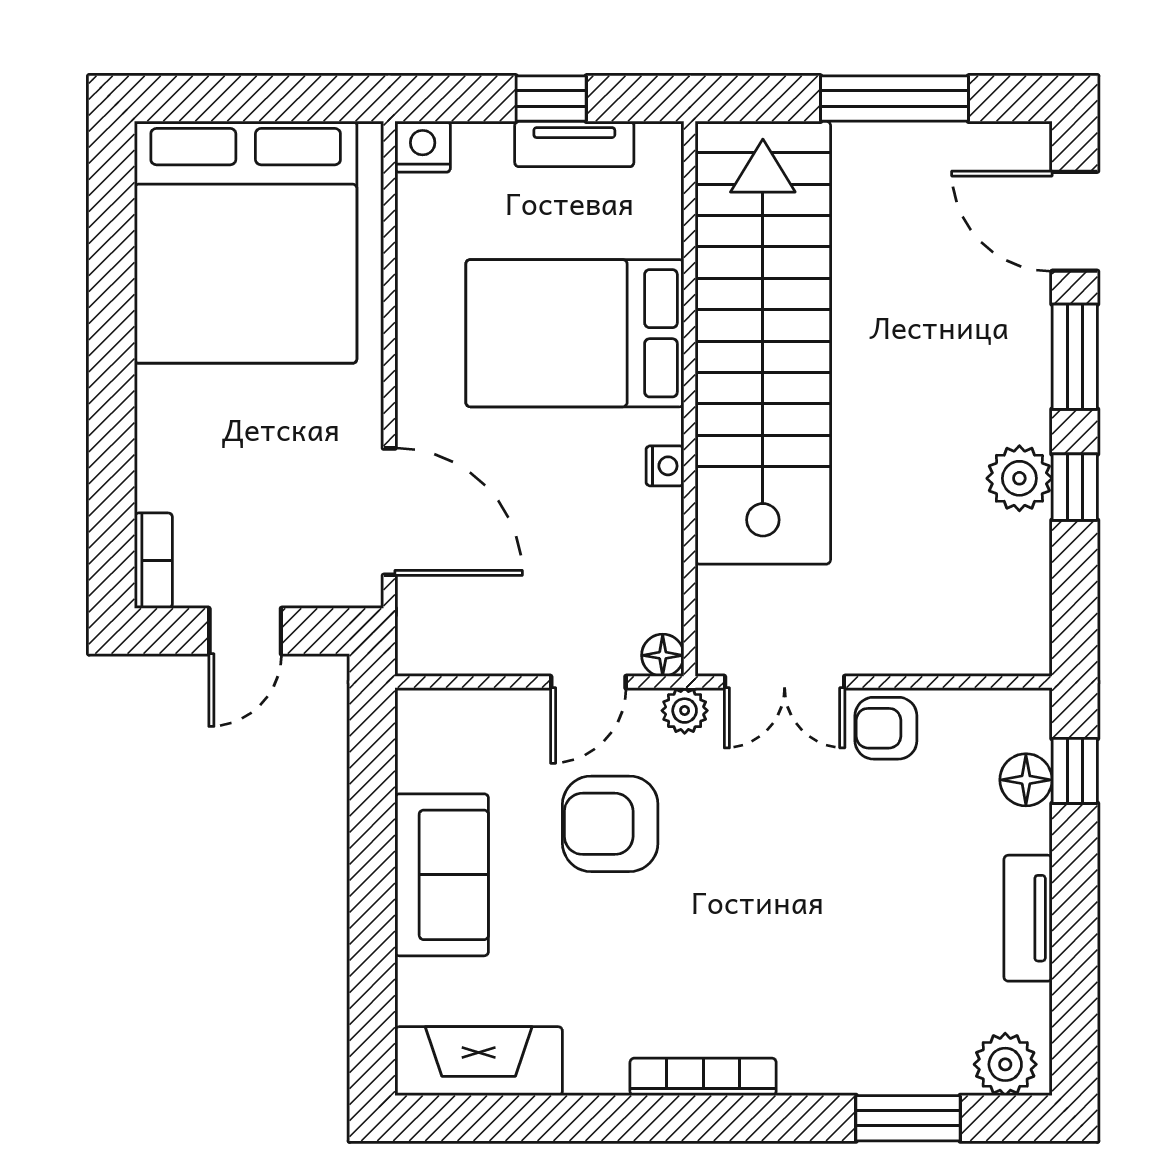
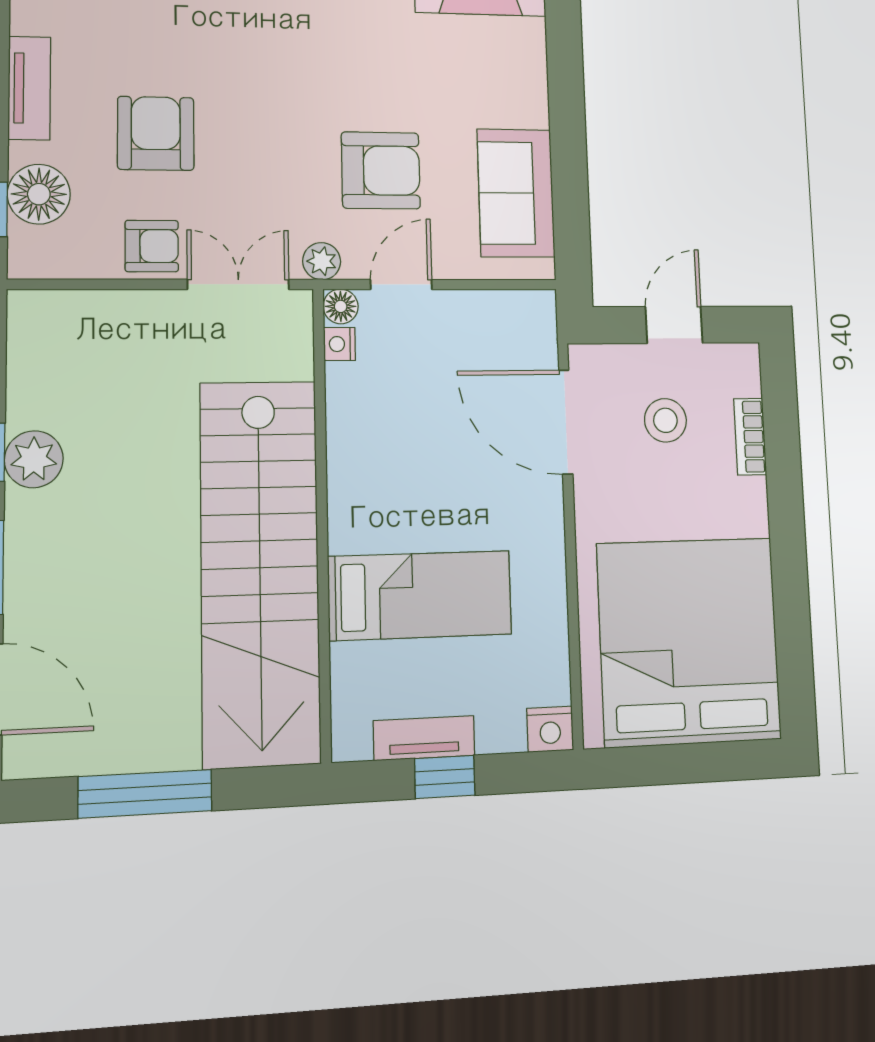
bed: (575, 333) -> (420, 595), width x0.67
nightstand: (665, 466) -> (339, 344), moved
stool: (262, 512) -> (665, 420), added
bookcase: (153, 561) -> (750, 437), moved
floor lamp: (1026, 780) -> (39, 194), width x1.38, depth x1.38
armchair: (881, 866) -> (156, 133), added
sofa: (442, 875) -> (516, 193), moved

